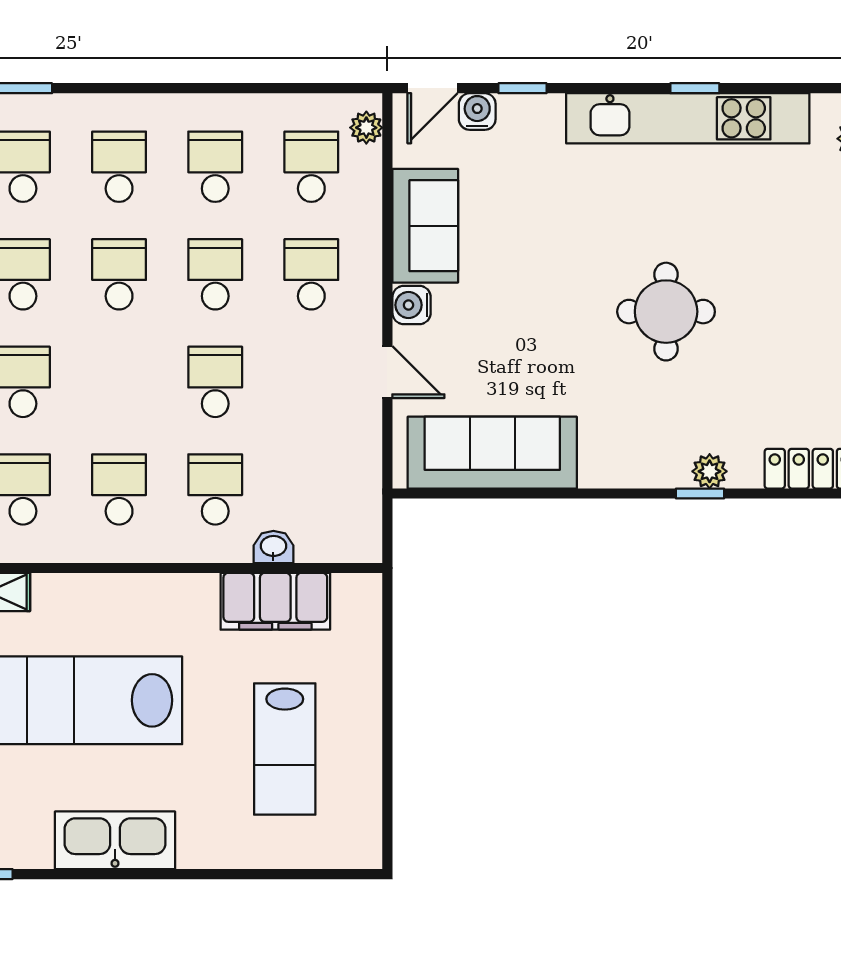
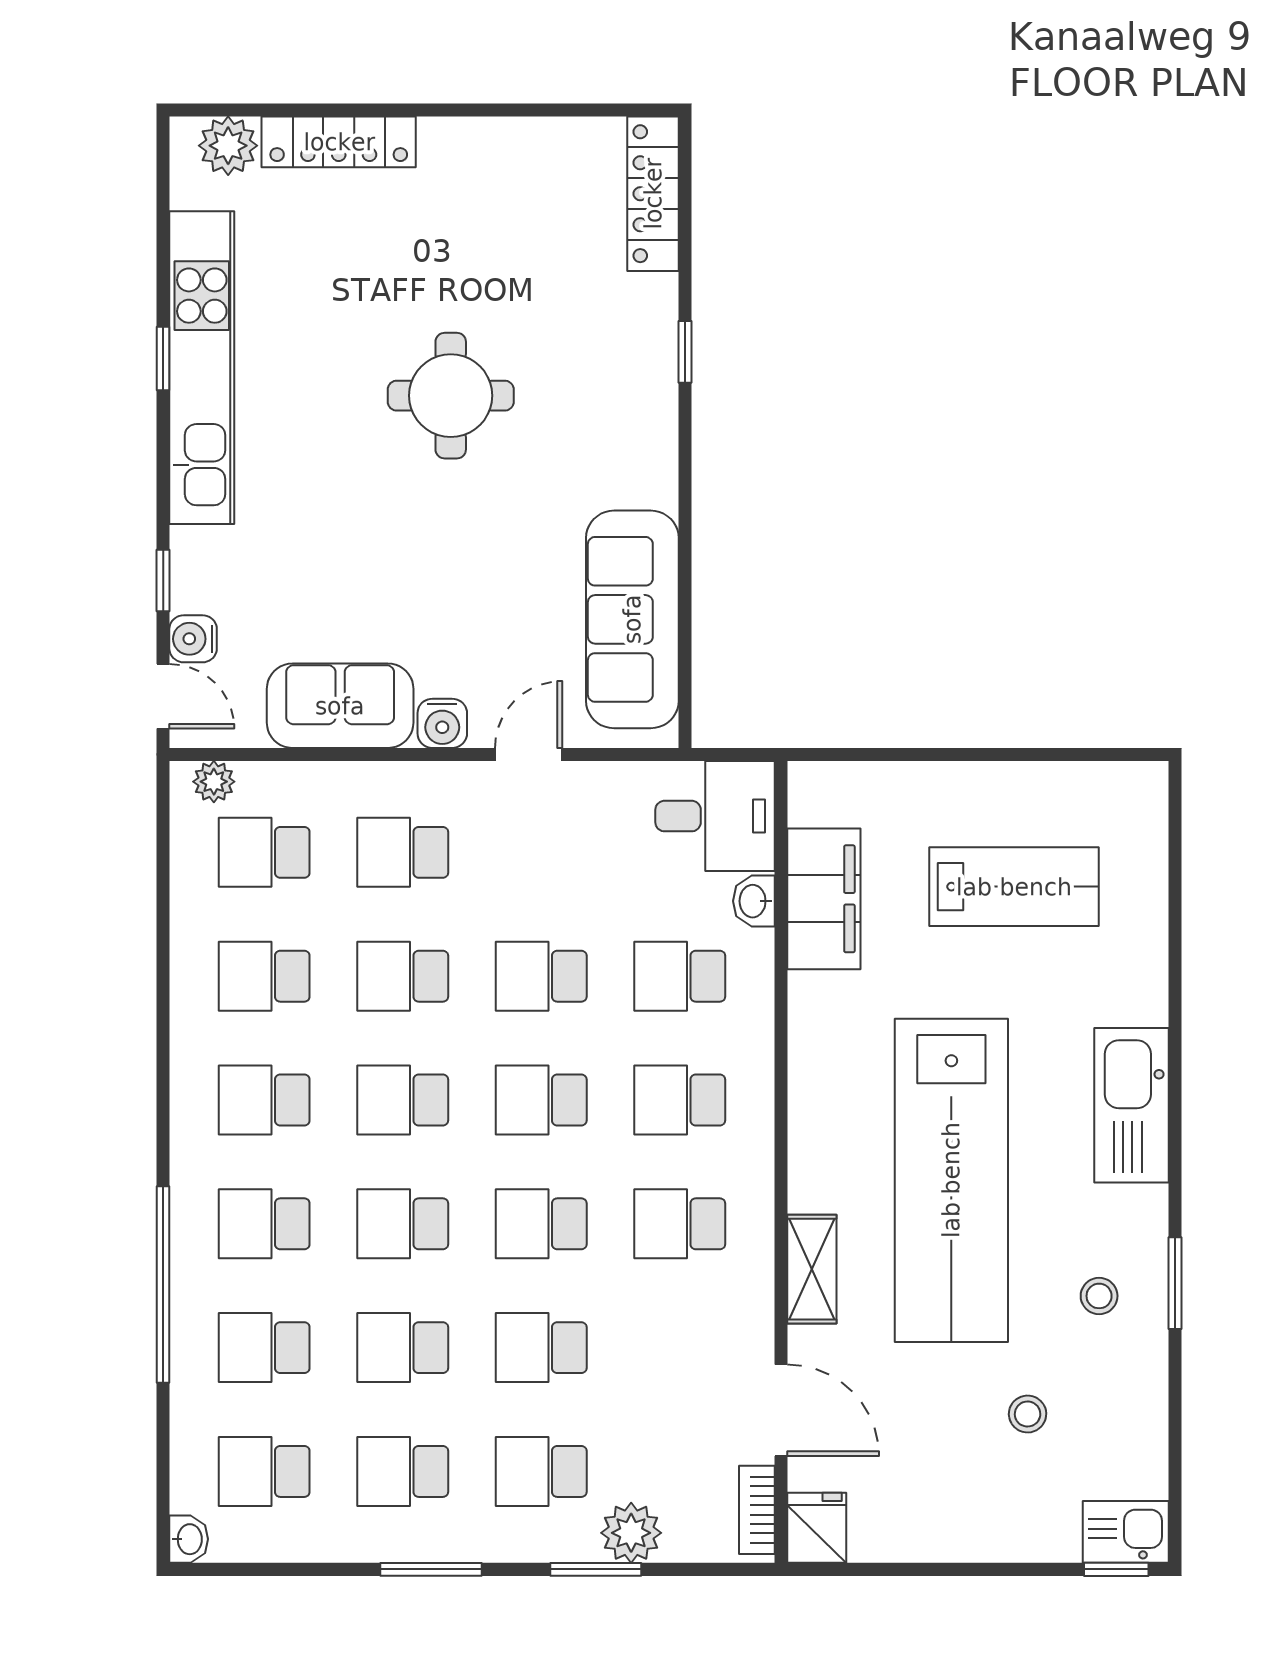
school desk: (119, 382) -> (541, 1100), added
plant: (710, 471) -> (656, 340), removed
desk: (340, 517) -> (715, 816), added

